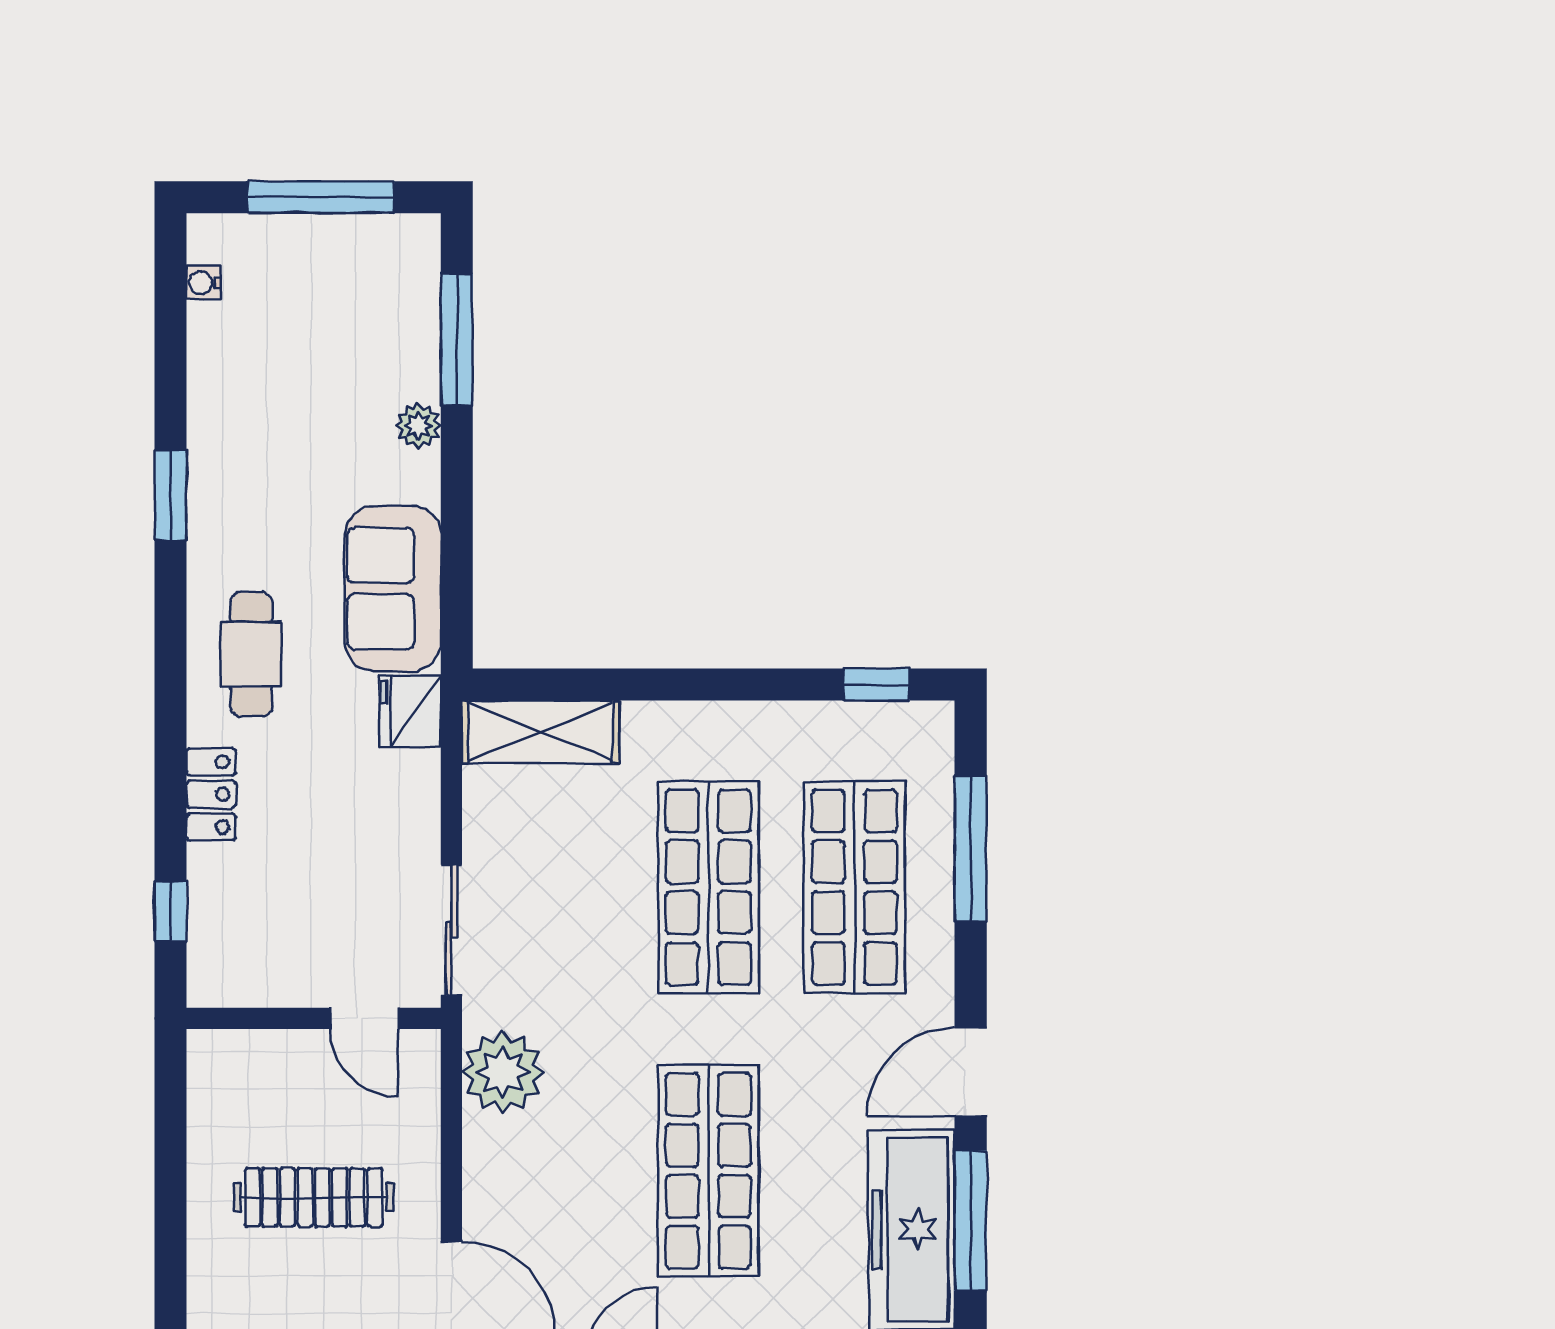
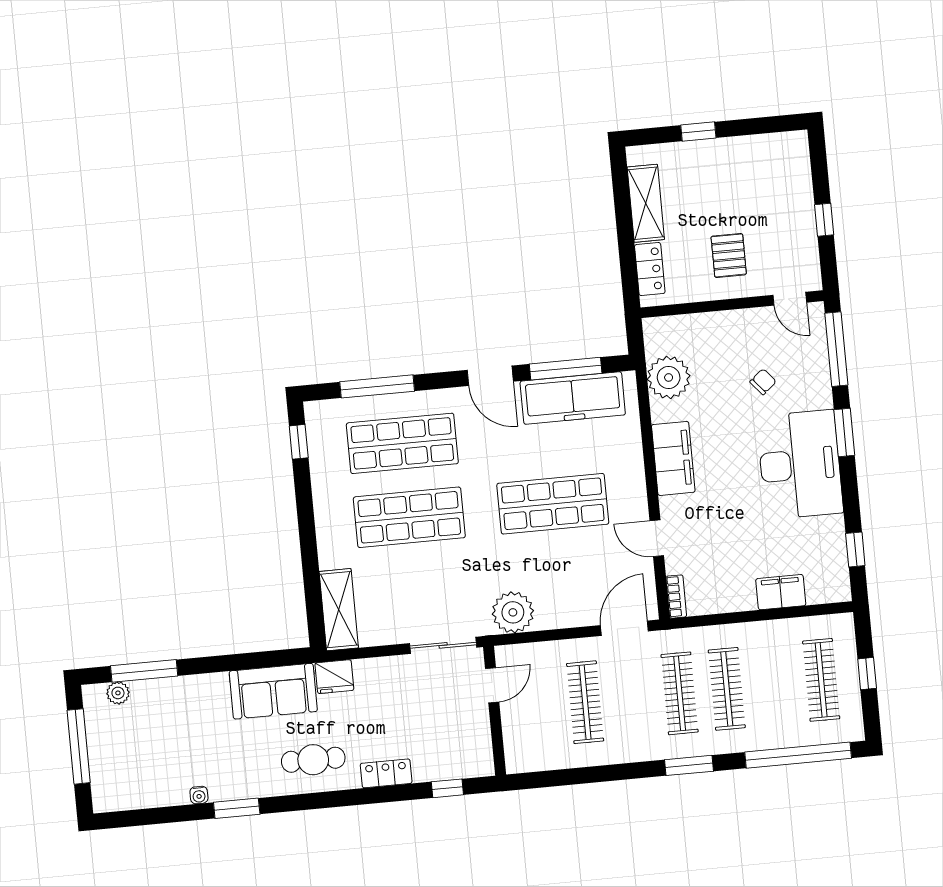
water cooler: (203, 283) -> (199, 795), moved
plant: (418, 426) -> (118, 693), moved

